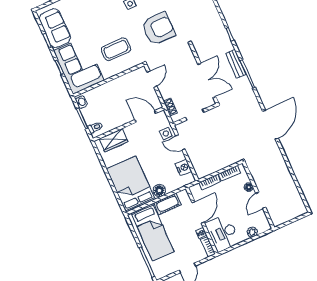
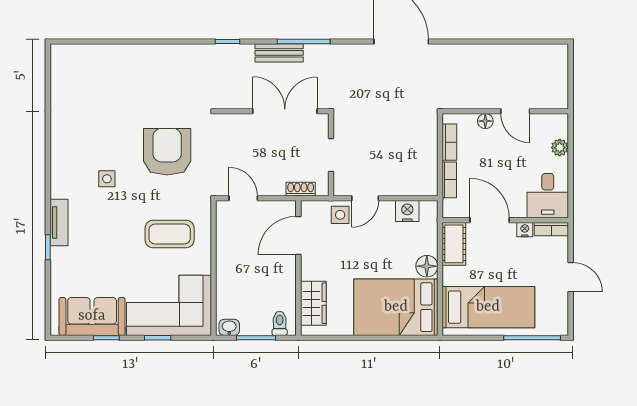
coffee table: (116, 49) -> (170, 234), turned 90
cot: (167, 204) -> (454, 244), moved
desk: (223, 233) -> (548, 196), width x0.73

